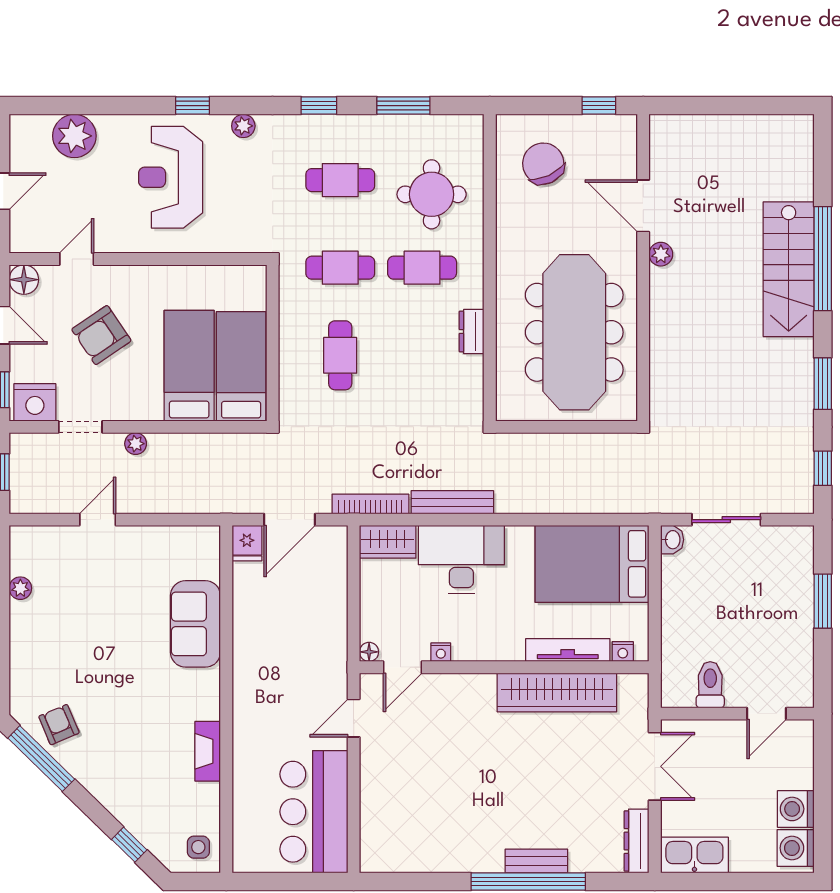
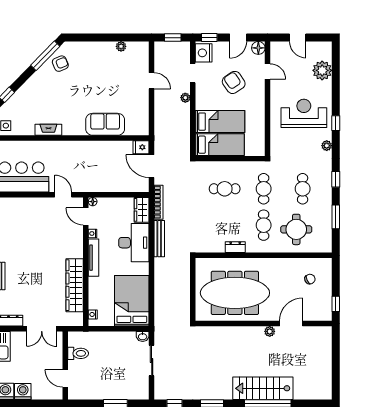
chair: (543, 164) -> (310, 279), width x0.54, depth x0.54
tv unit: (568, 650) -> (93, 258), moved

